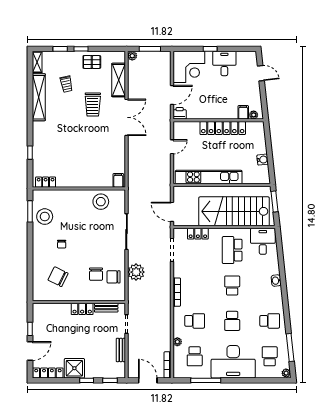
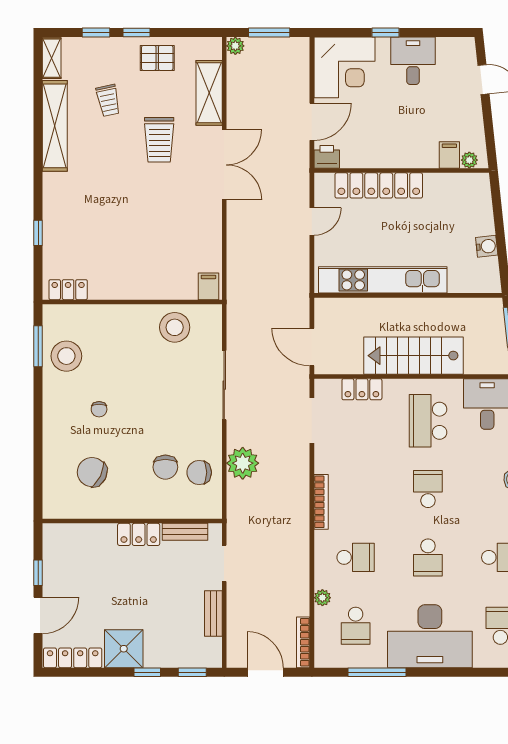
locker: (223, 128) -> (379, 185), moved
stairs: (234, 211) -> (414, 356), width x0.73, depth x0.66

